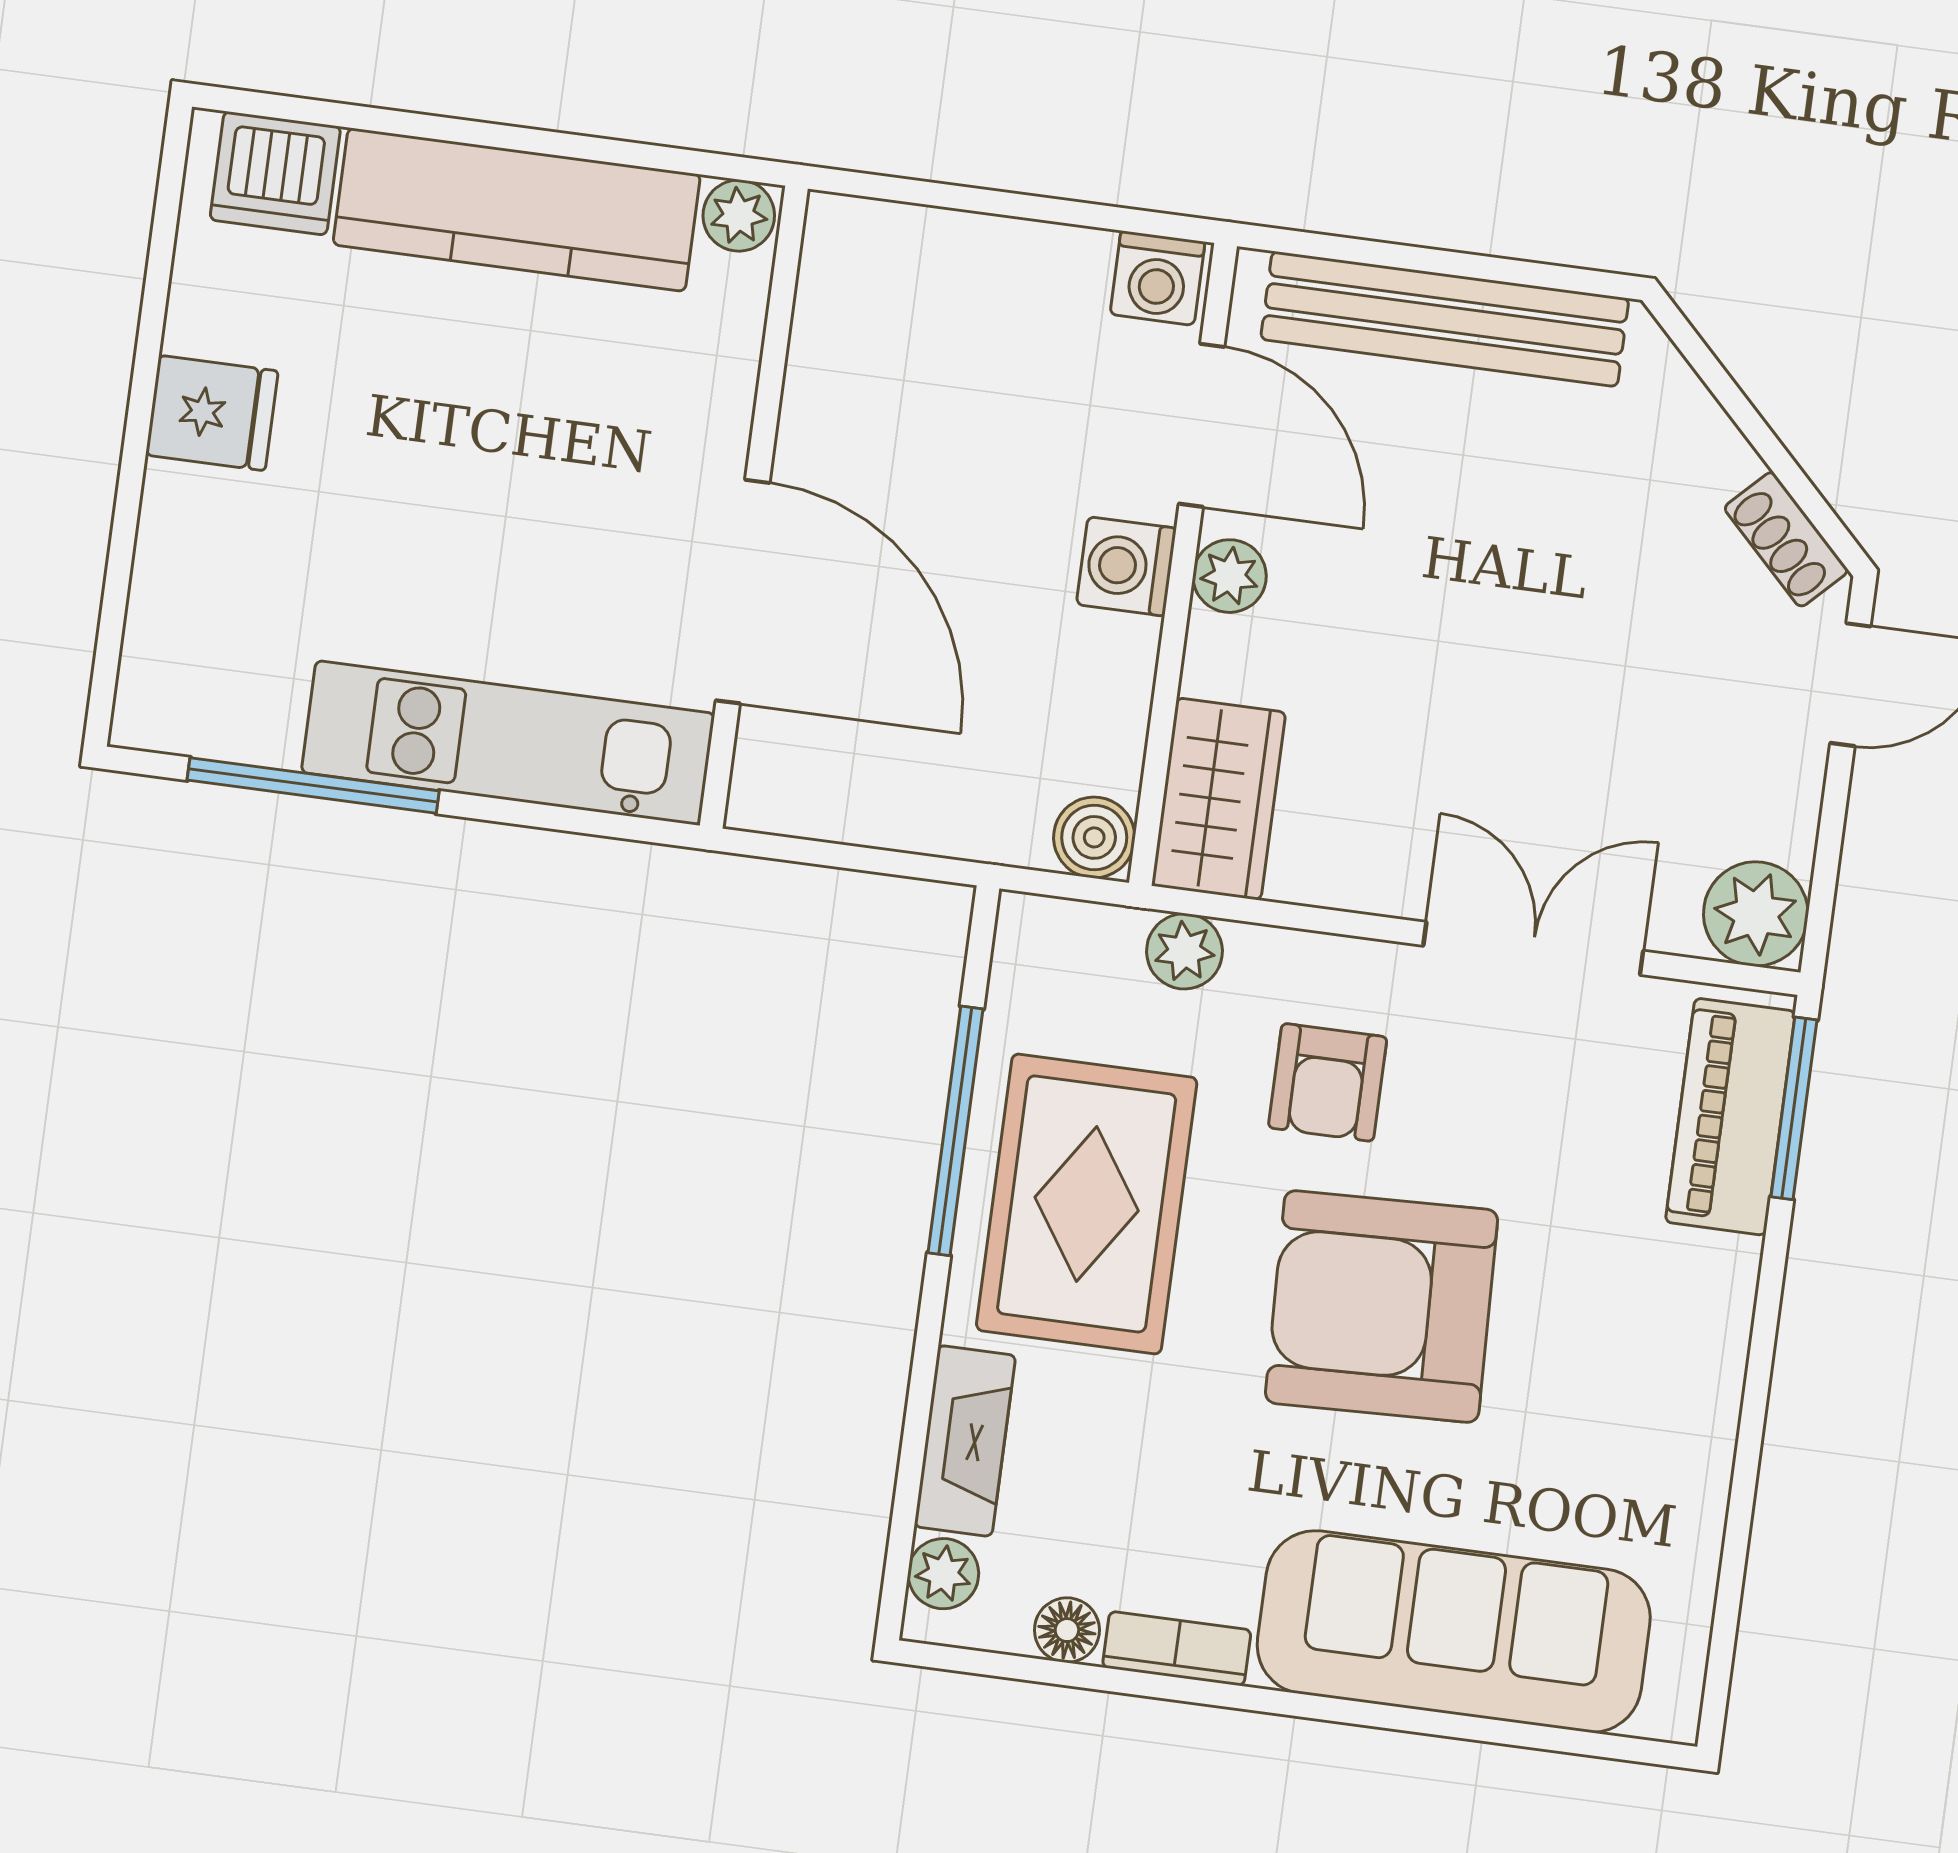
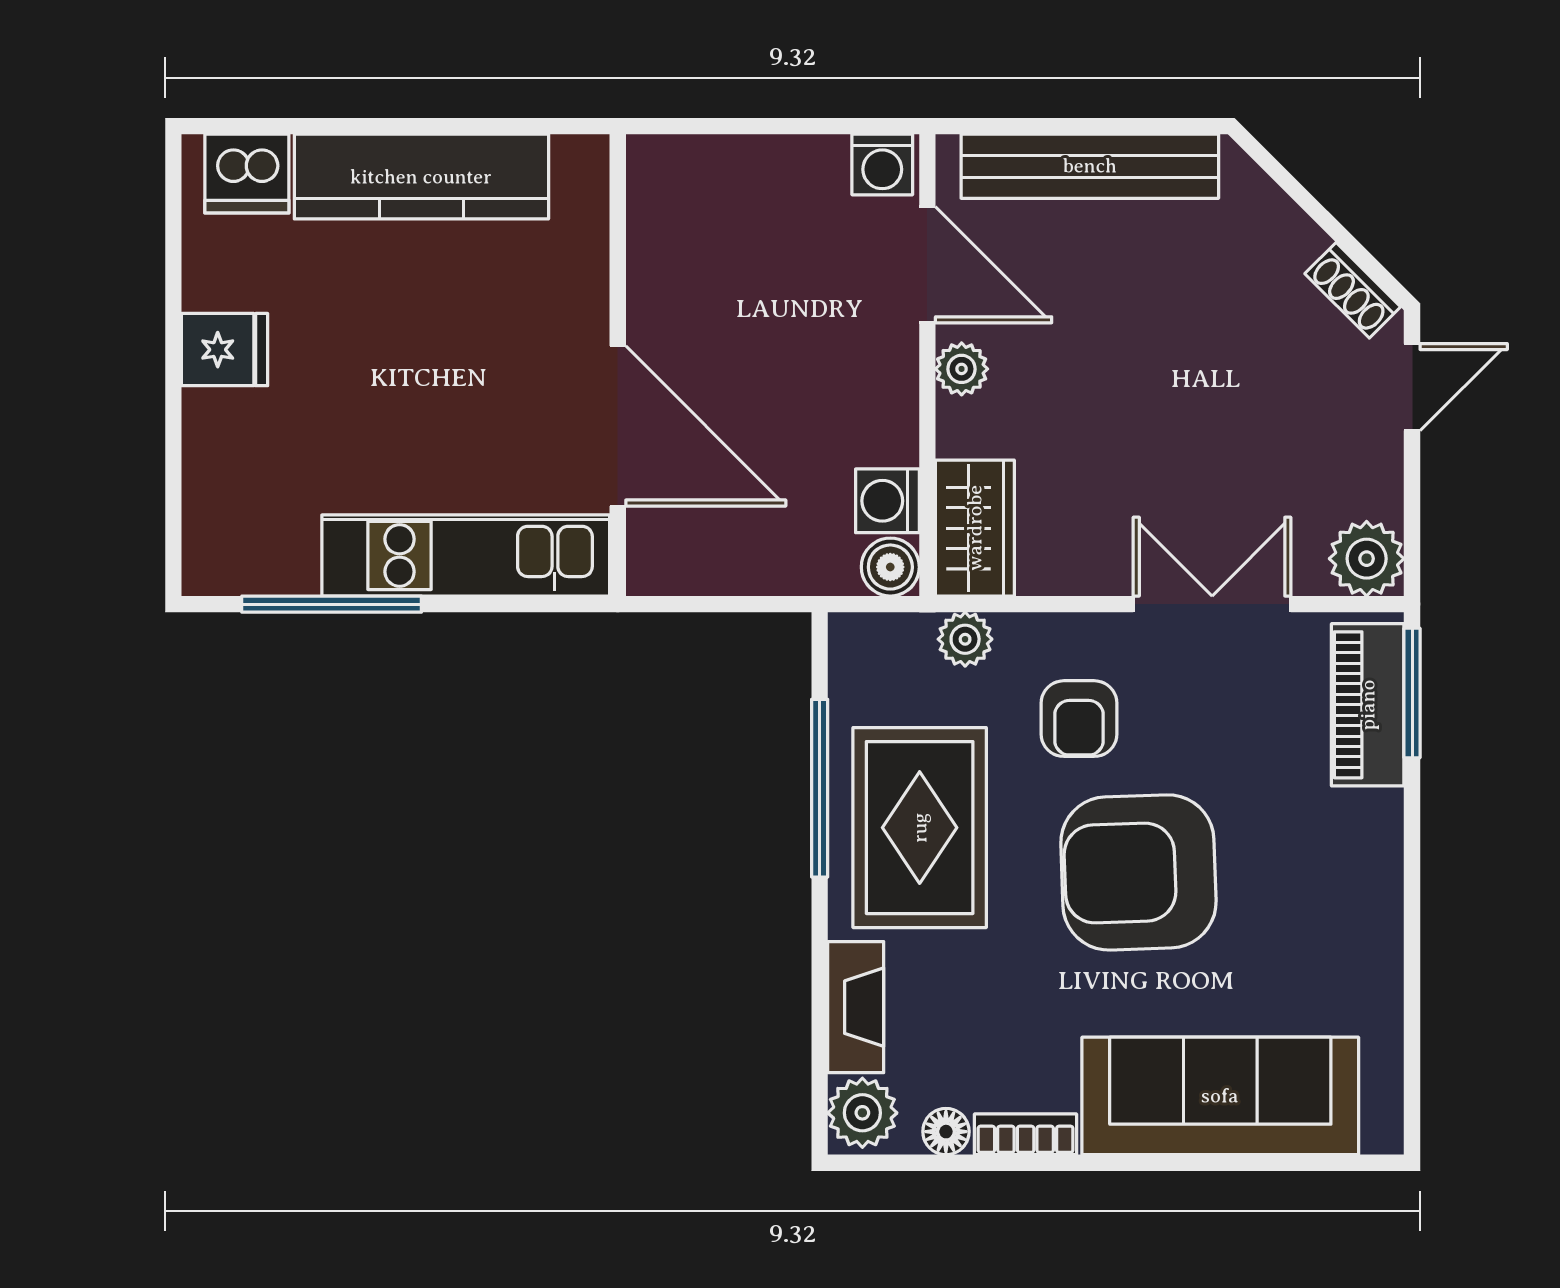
plant: (739, 216) -> (579, 160), removed
washing machine: (1126, 566) -> (887, 501), moved
plant: (943, 1574) -> (862, 1113), width x1.38, depth x1.38

